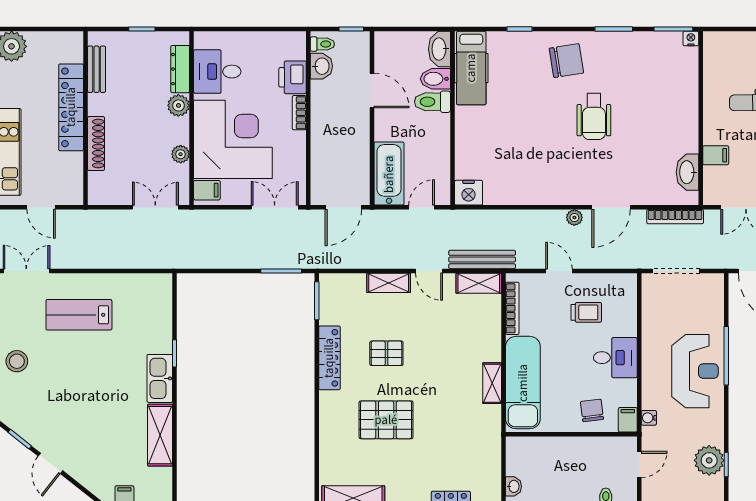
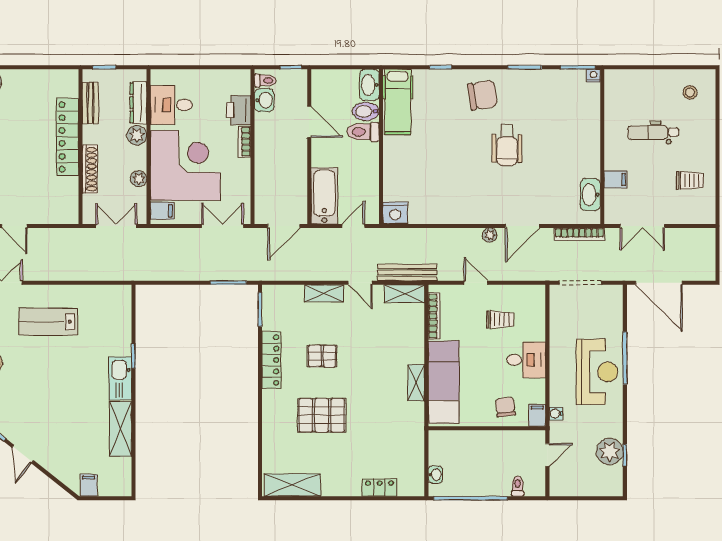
bench: (97, 69) -> (90, 103), moved
locker: (71, 107) -> (68, 137), moved
wall: (86, 118) -> (80, 147), moved
shoe rack: (96, 144) -> (90, 169), moved

